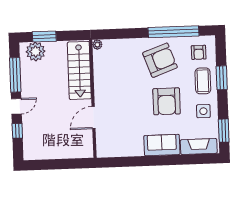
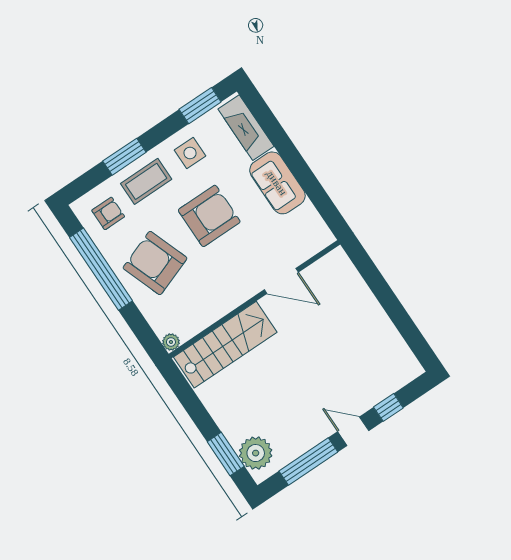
plant: (97, 45) -> (171, 342), moved
stairs: (79, 70) -> (225, 345), moved
wall: (93, 99) -> (254, 299), moved
door: (93, 118) -> (281, 281), moved

